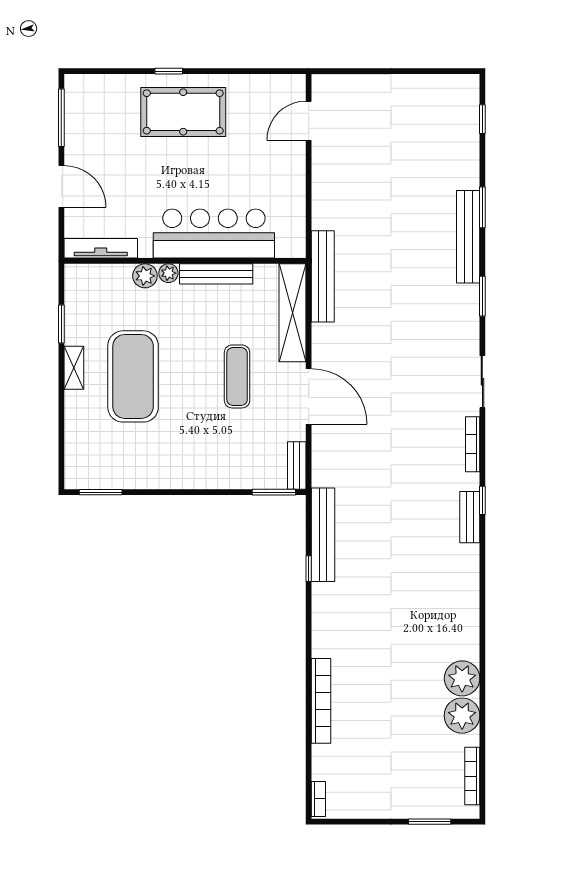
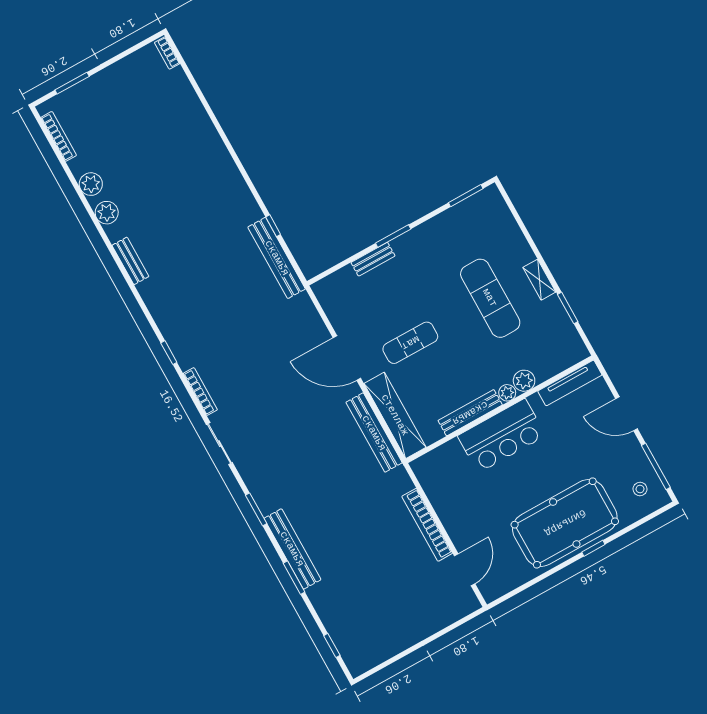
stool: (90, 104) -> (640, 489), added
pool table: (183, 112) -> (565, 523), width x1.36, depth x1.32
bar counter: (214, 234) -> (502, 436), width x0.73
bench: (323, 276) -> (374, 433), moved
exercise mat: (133, 376) -> (490, 298), width x0.68
exercise mat: (237, 376) -> (410, 343), turned 90
bench: (297, 465) -> (373, 259), moved, turned 90
window: (274, 492) -> (393, 236), moved
bench: (470, 517) -> (130, 261), moved
plant: (462, 678) -> (107, 213), width x0.73, depth x0.73
bookcase: (321, 701) -> (427, 525), moved
plant: (462, 716) -> (91, 184), width x0.73, depth x0.73

